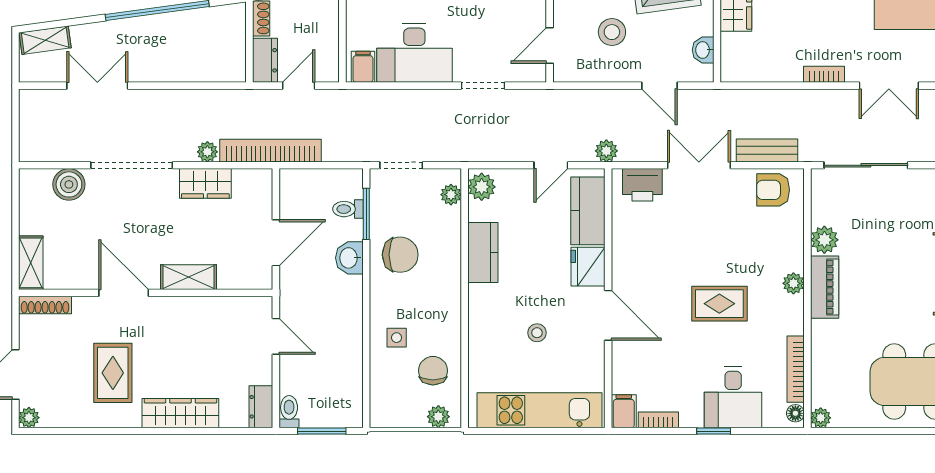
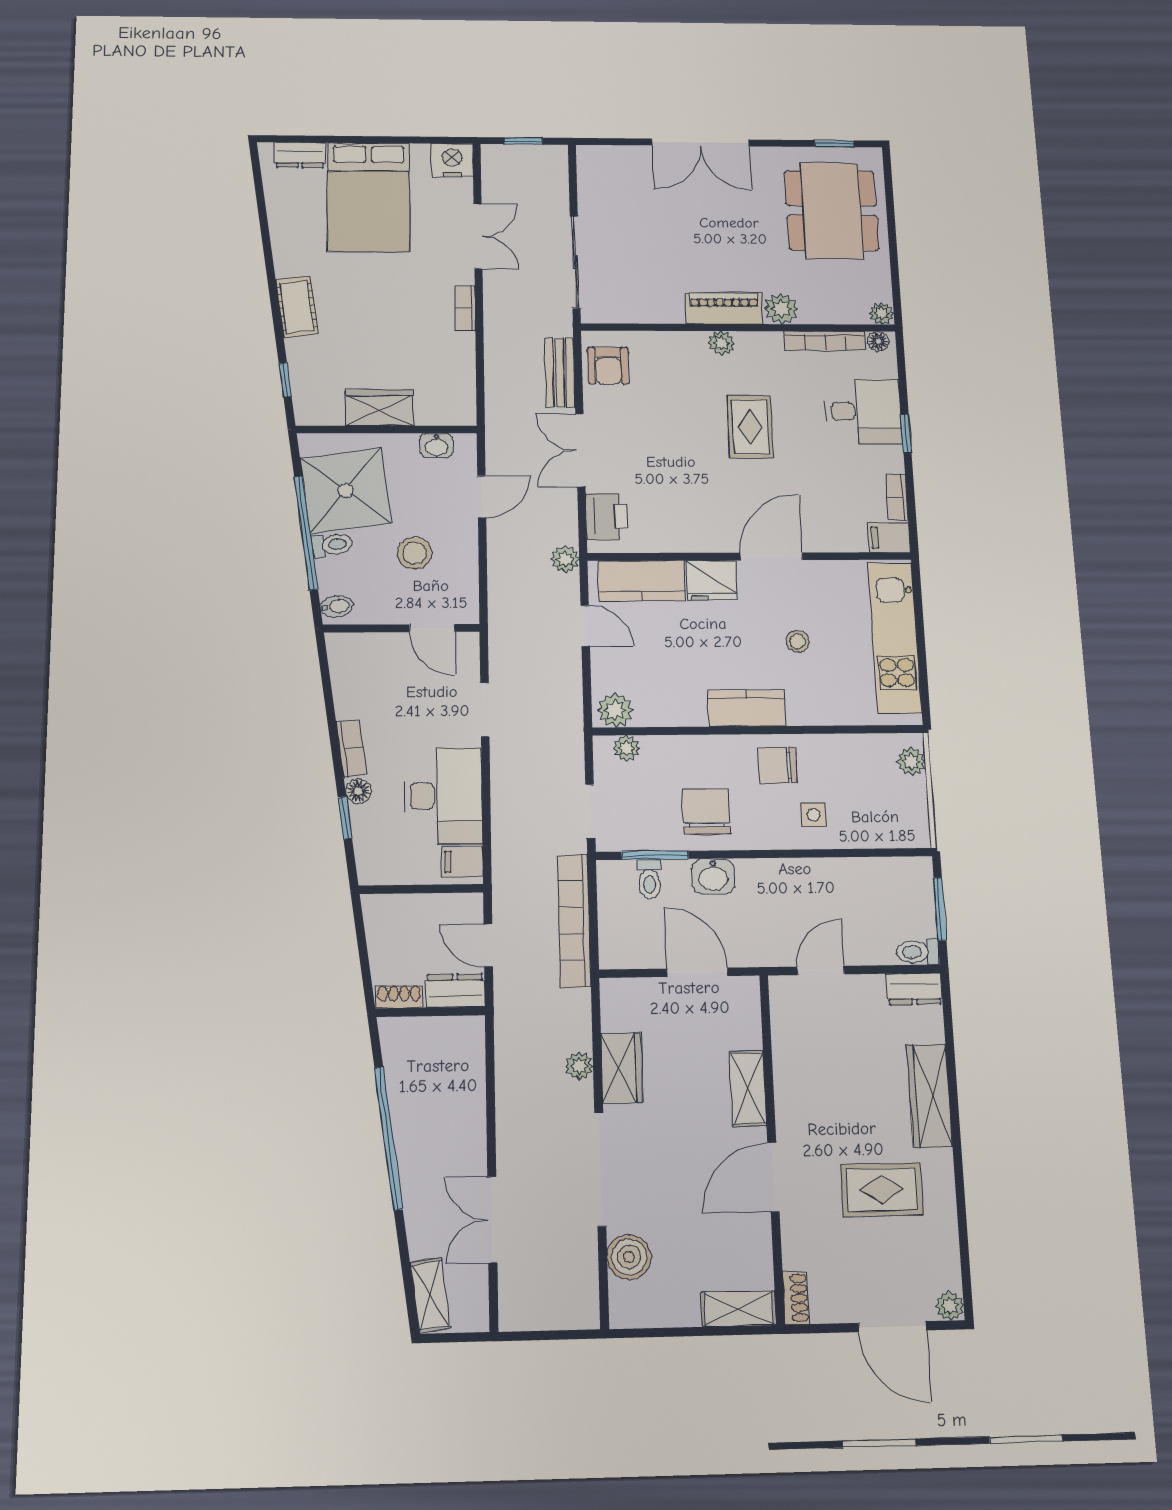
bookcase: (270, 151) -> (574, 920), moved
plant: (824, 240) -> (781, 309), moved
kitchen counter: (483, 253) -> (747, 708), moved
shoe rack: (45, 305) -> (796, 1298), width x0.70
chair: (433, 371) -> (778, 765), moved

